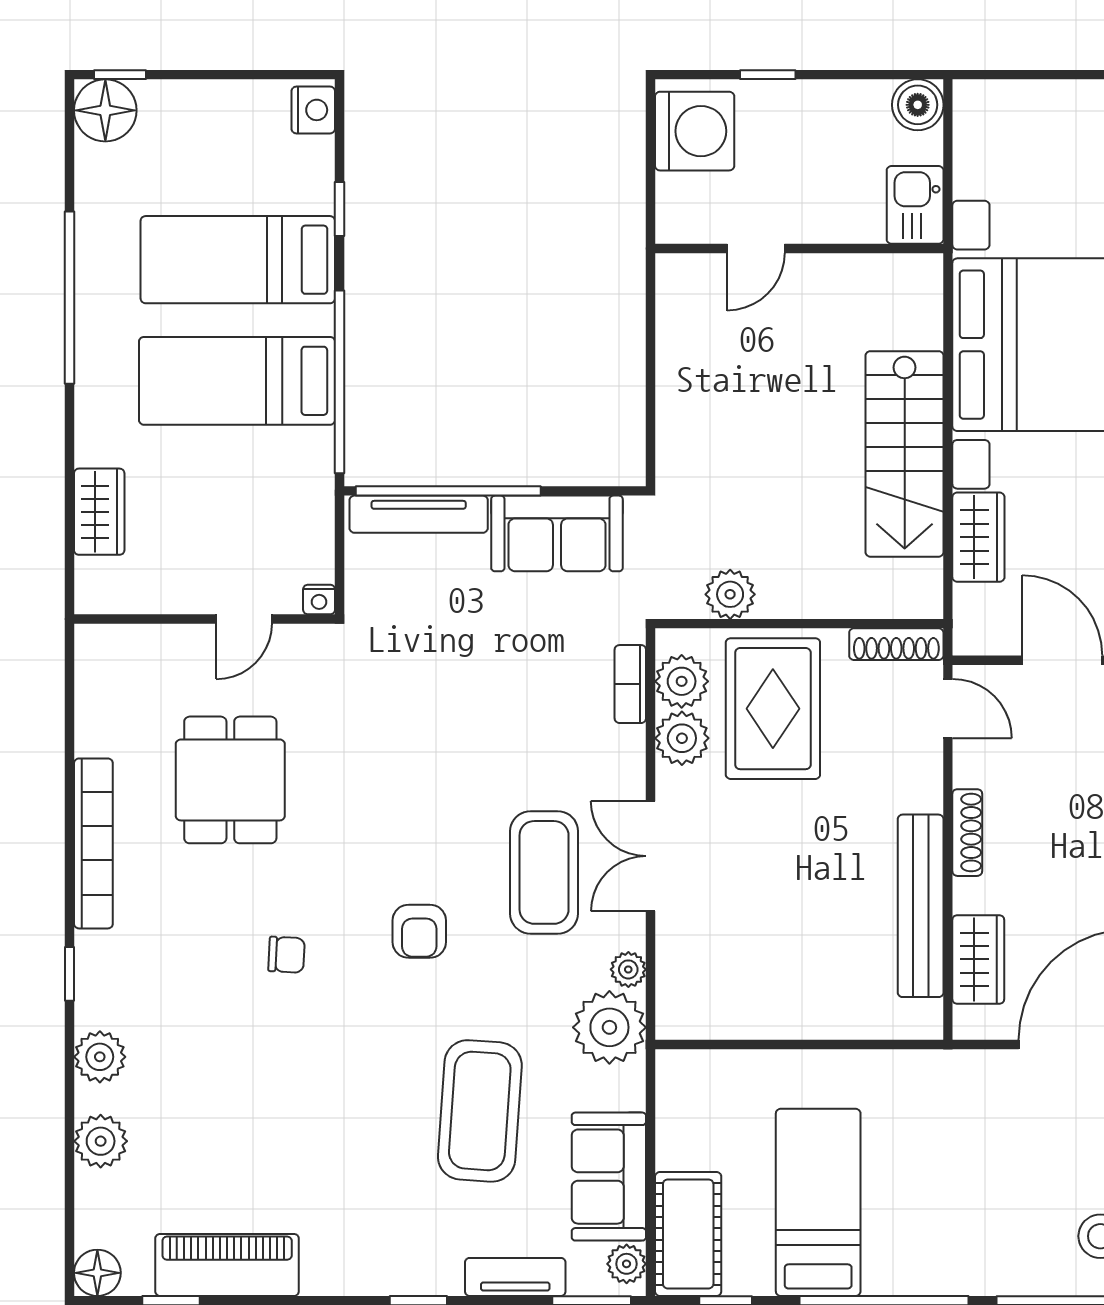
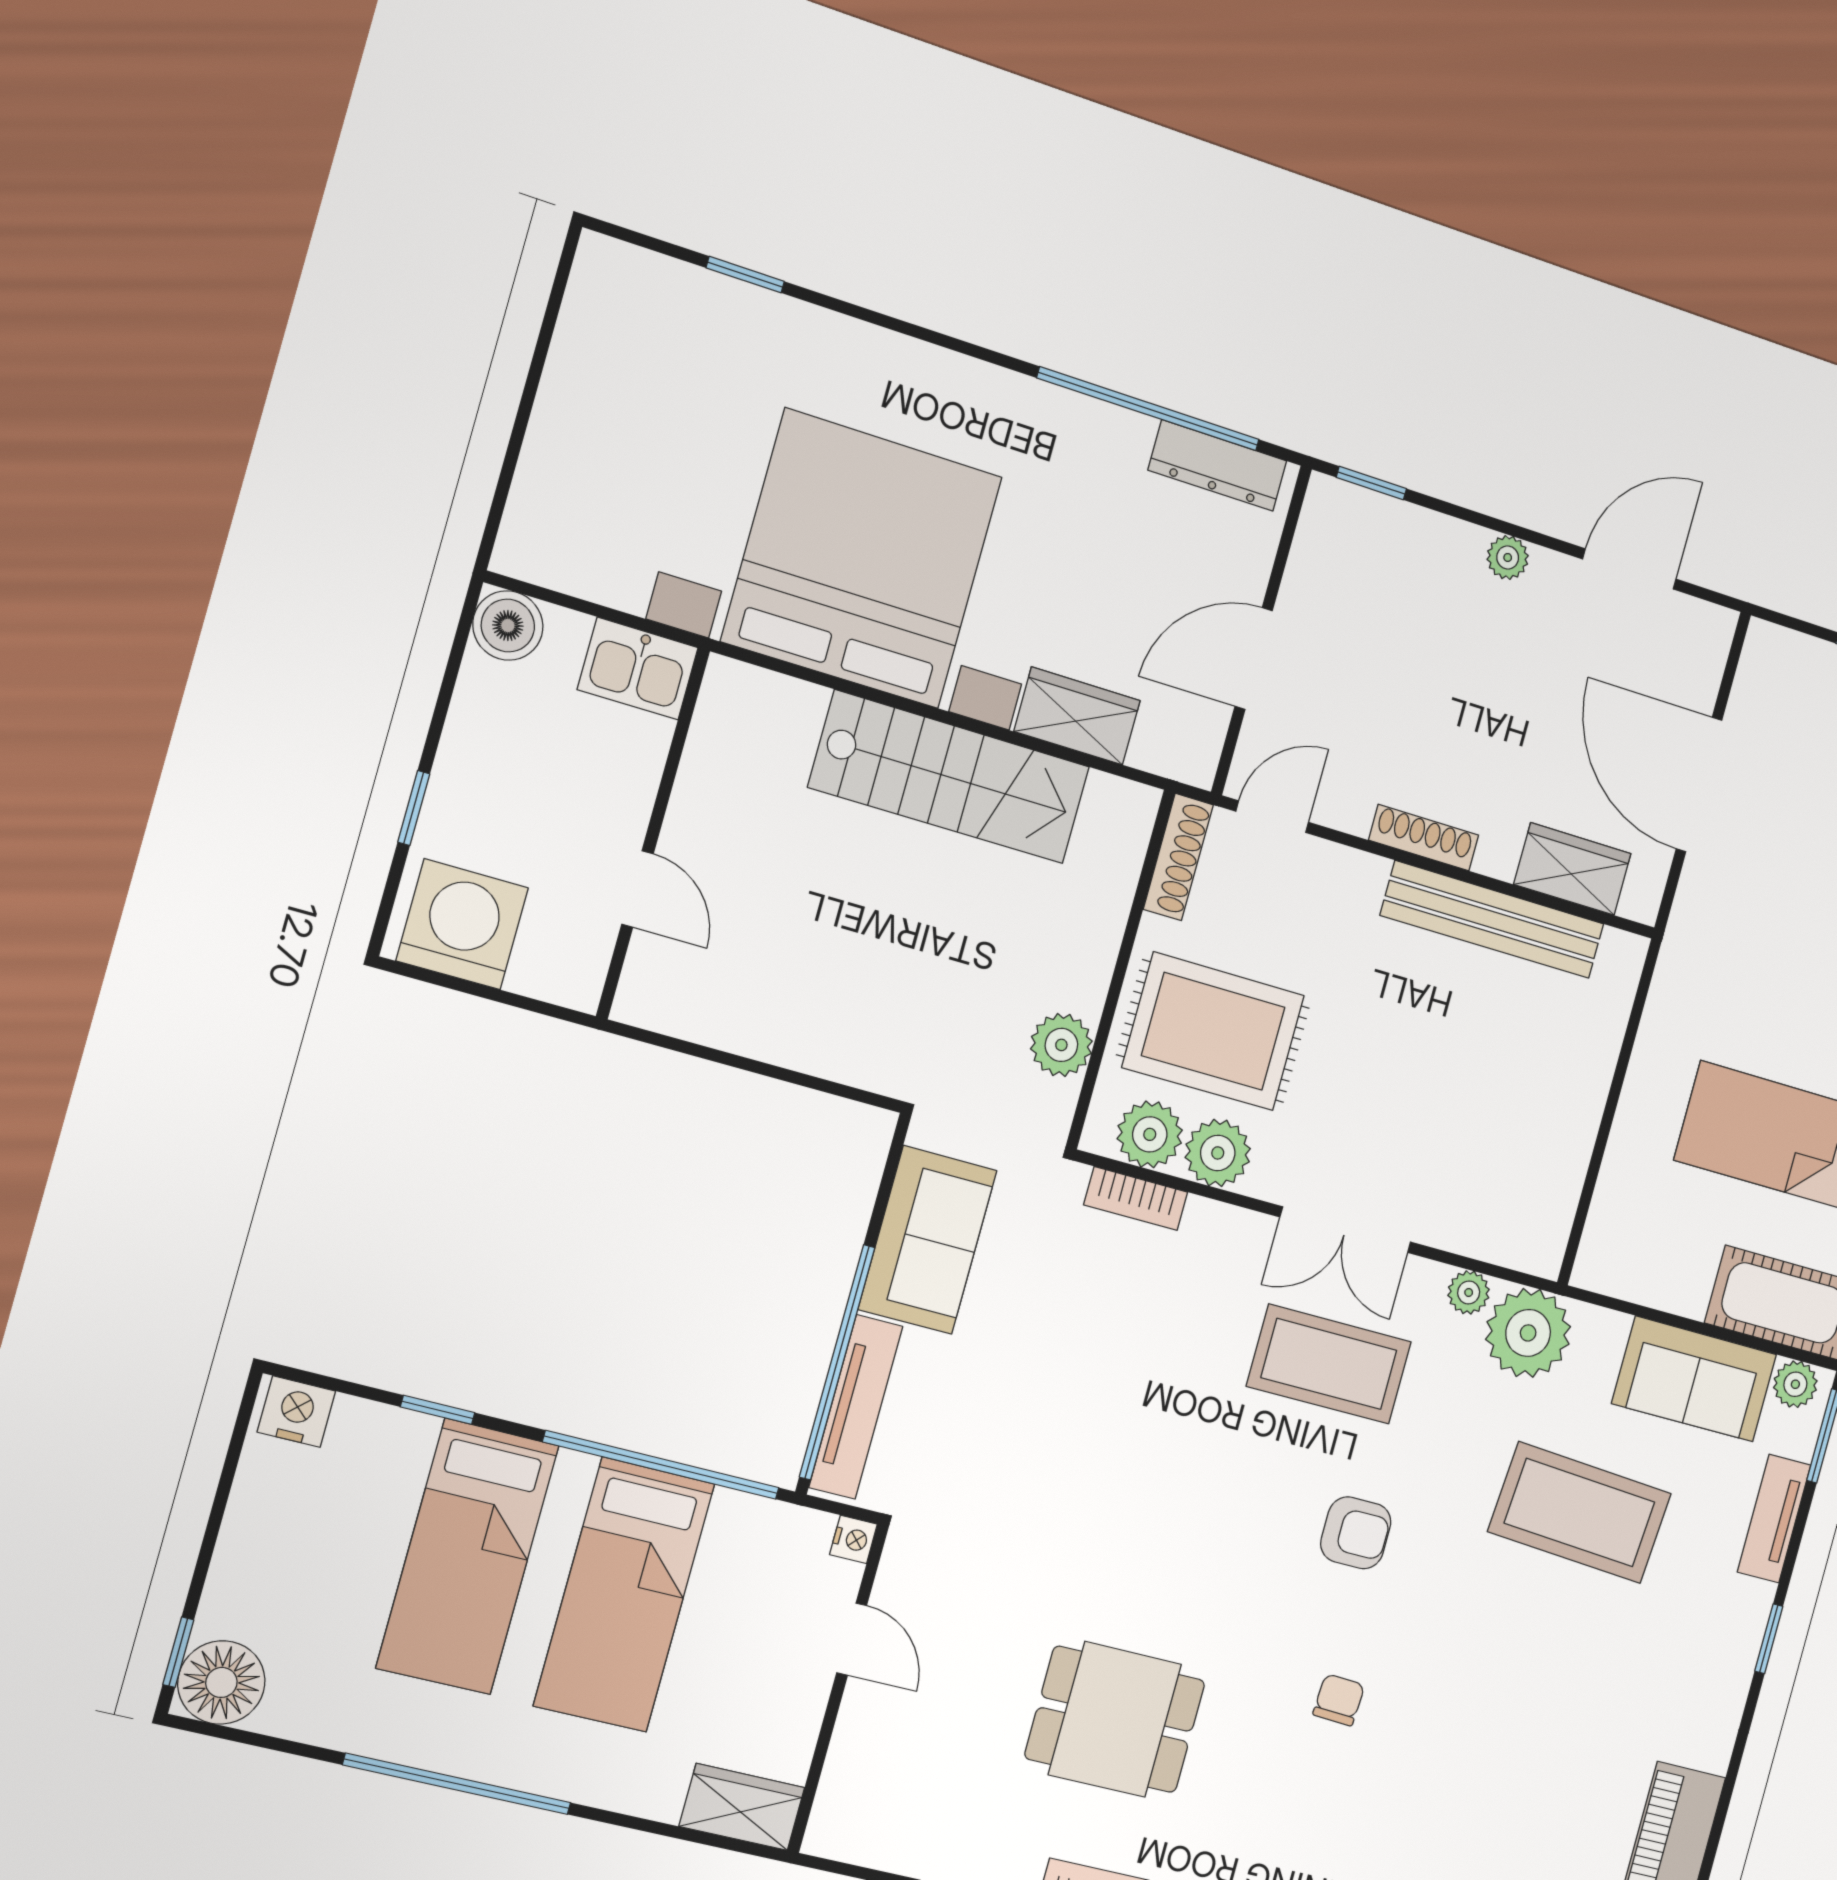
nightstand: (319, 599) -> (853, 1539), moved
wall: (204, 619) -> (838, 1689), moved
door: (244, 619) -> (852, 1639), moved

